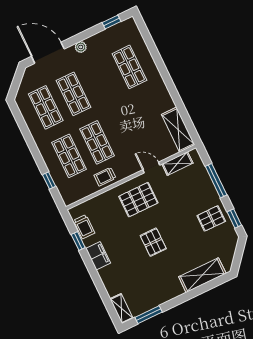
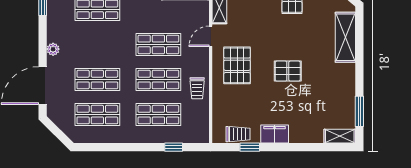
shop shelf: (125, 129) -> (158, 44), added

